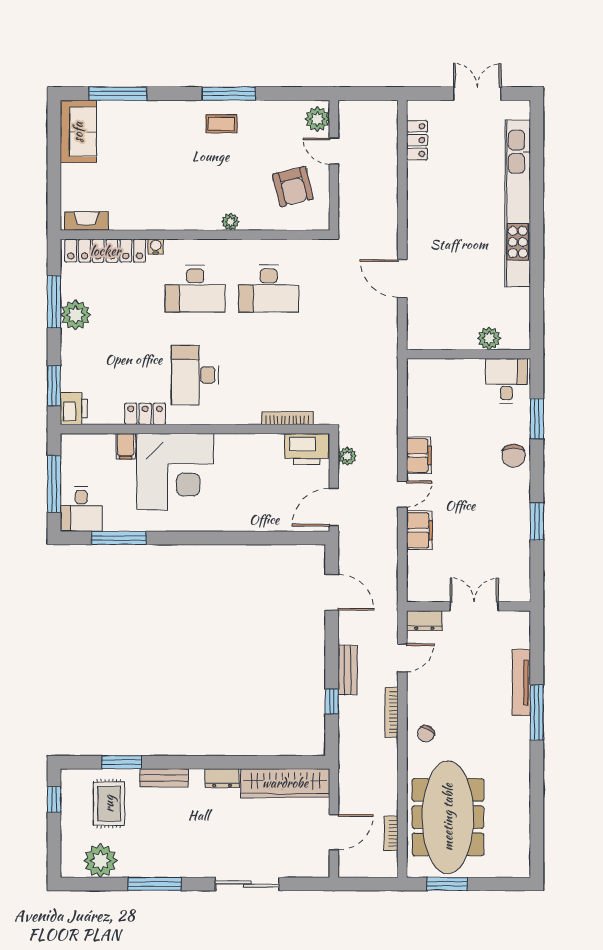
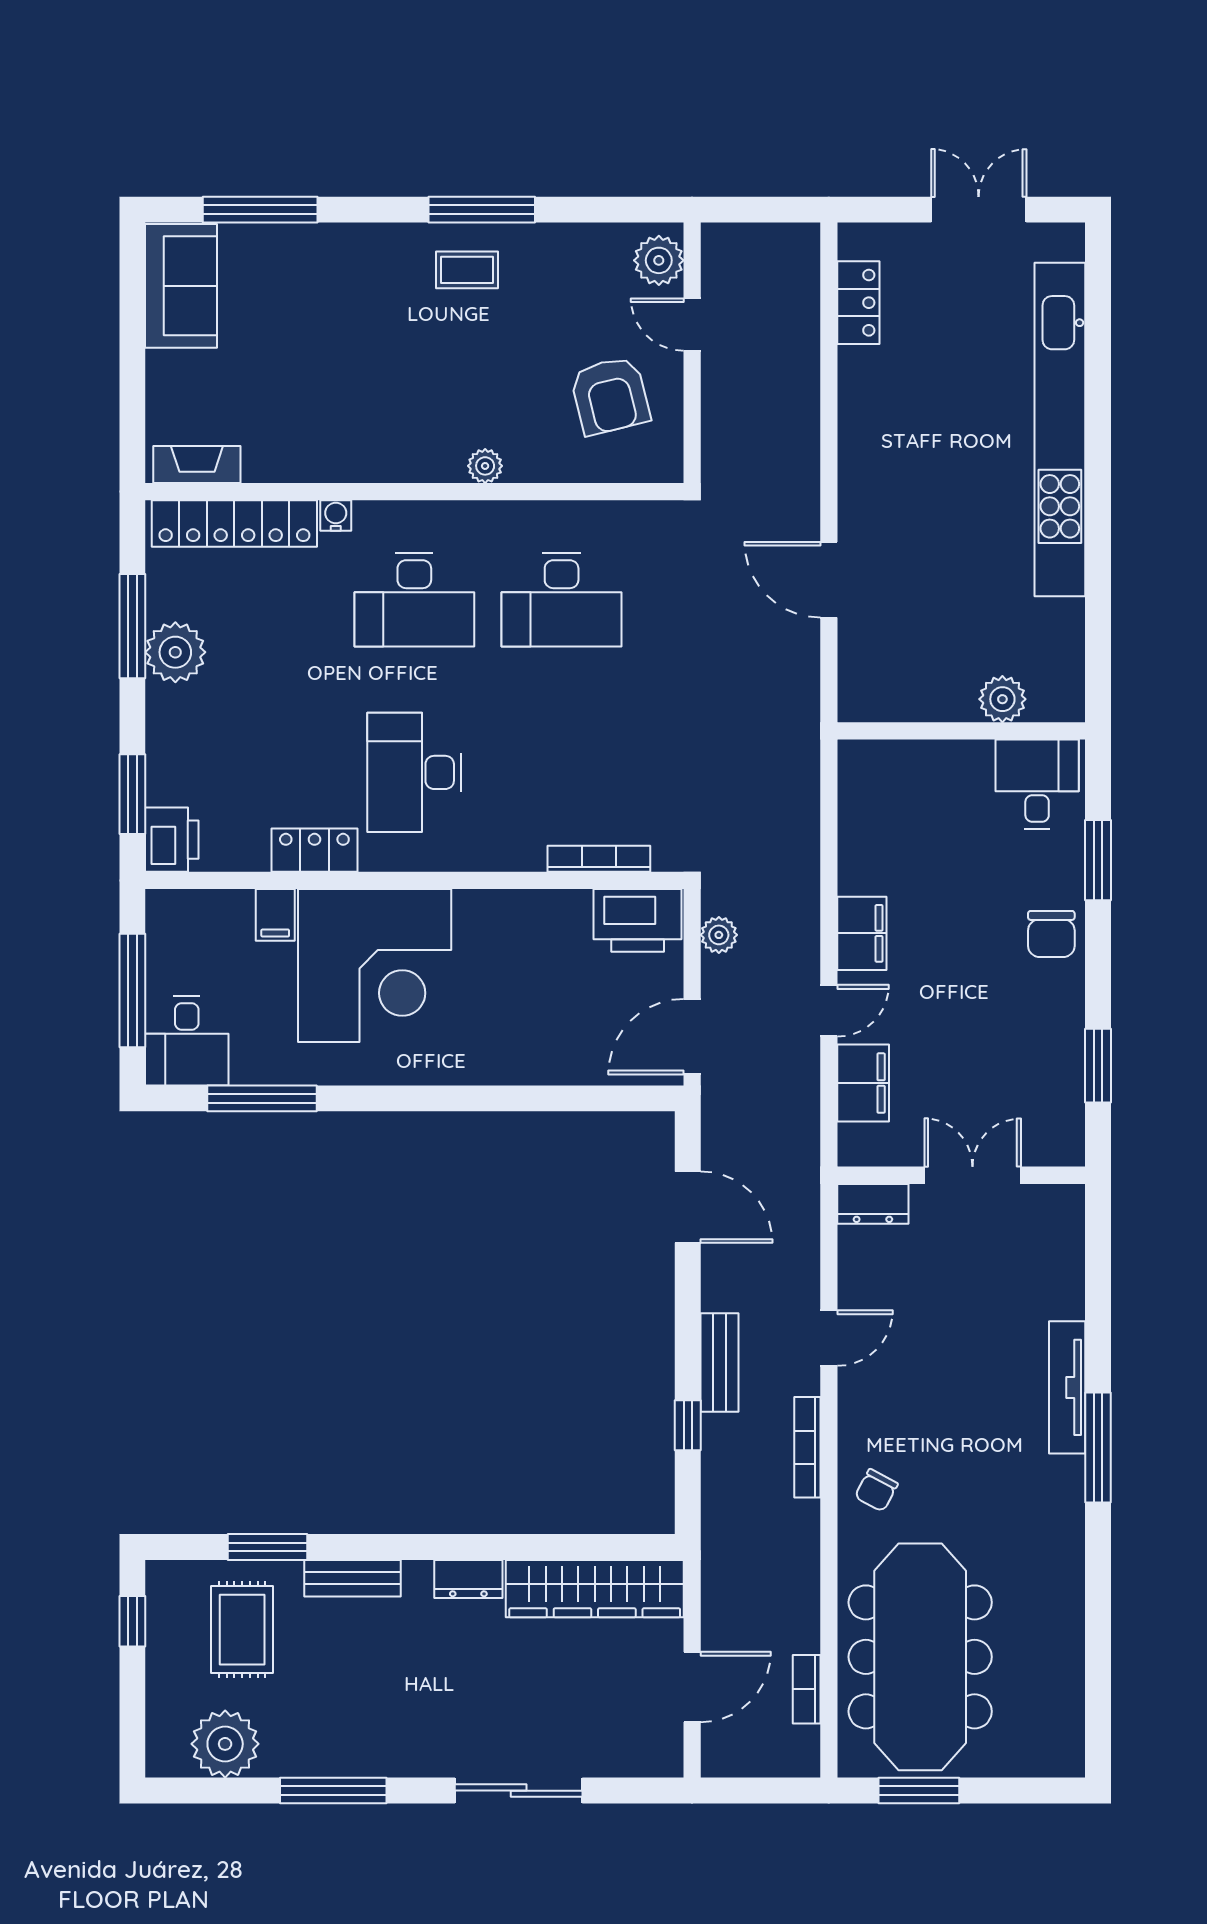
wall: (468, 606) -> (961, 1175), moved
double door: (474, 606) -> (973, 1175), moved
dresser: (424, 621) -> (873, 1204), moved

